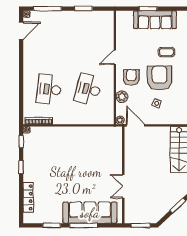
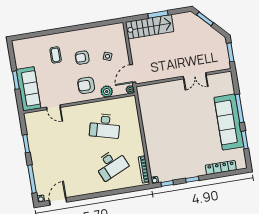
sofa: (155, 20) -> (28, 89), moved
door: (21, 31) -> (58, 201), hinge flipped
door: (115, 57) -> (53, 107), moved
armchair: (159, 78) -> (82, 58), width x0.53, depth x0.53
desk: (49, 89) -> (111, 165), turned -30
sofa: (90, 213) -> (229, 122), moved

